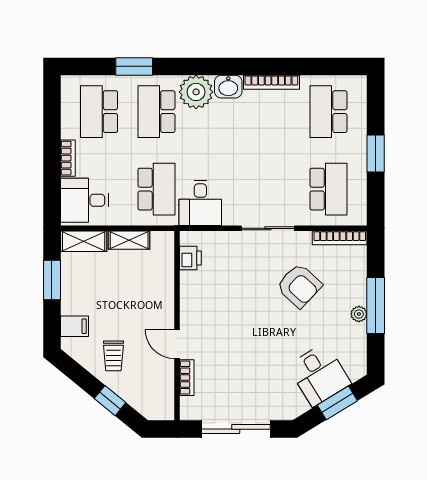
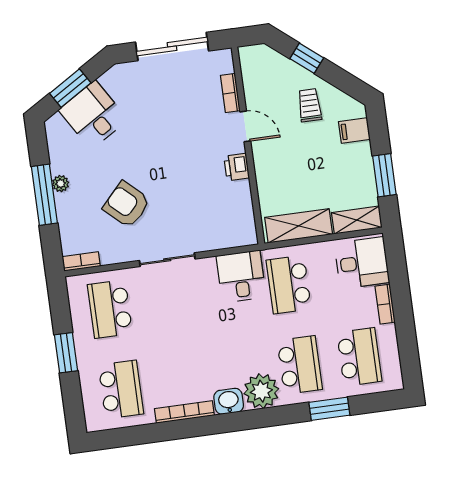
bookcase: (340, 238) -> (81, 261), width x0.64
shelving: (129, 240) -> (299, 226), width x1.50, depth x1.33
printer: (190, 258) -> (237, 167), moved

